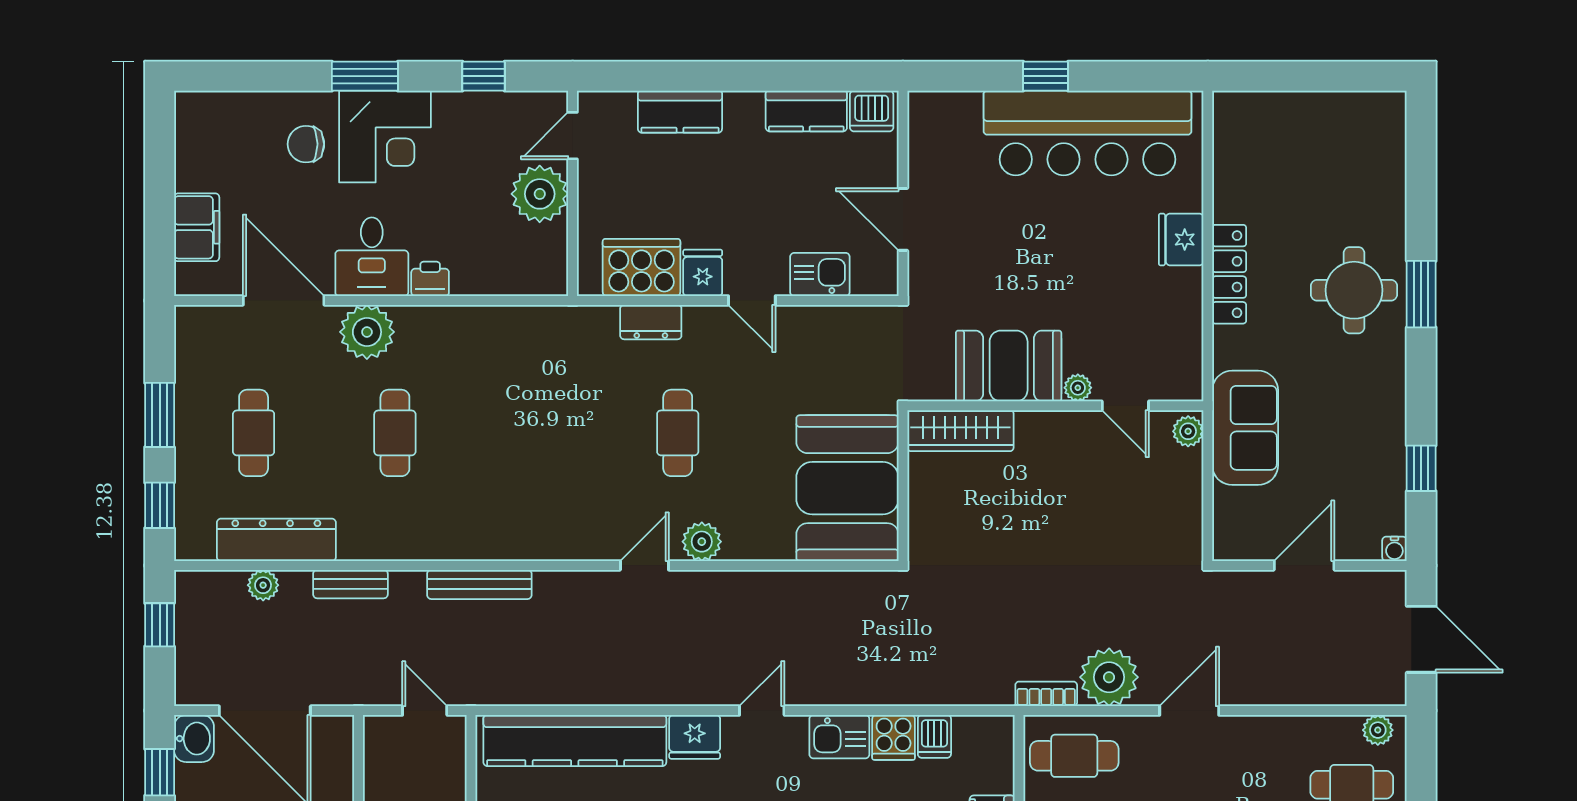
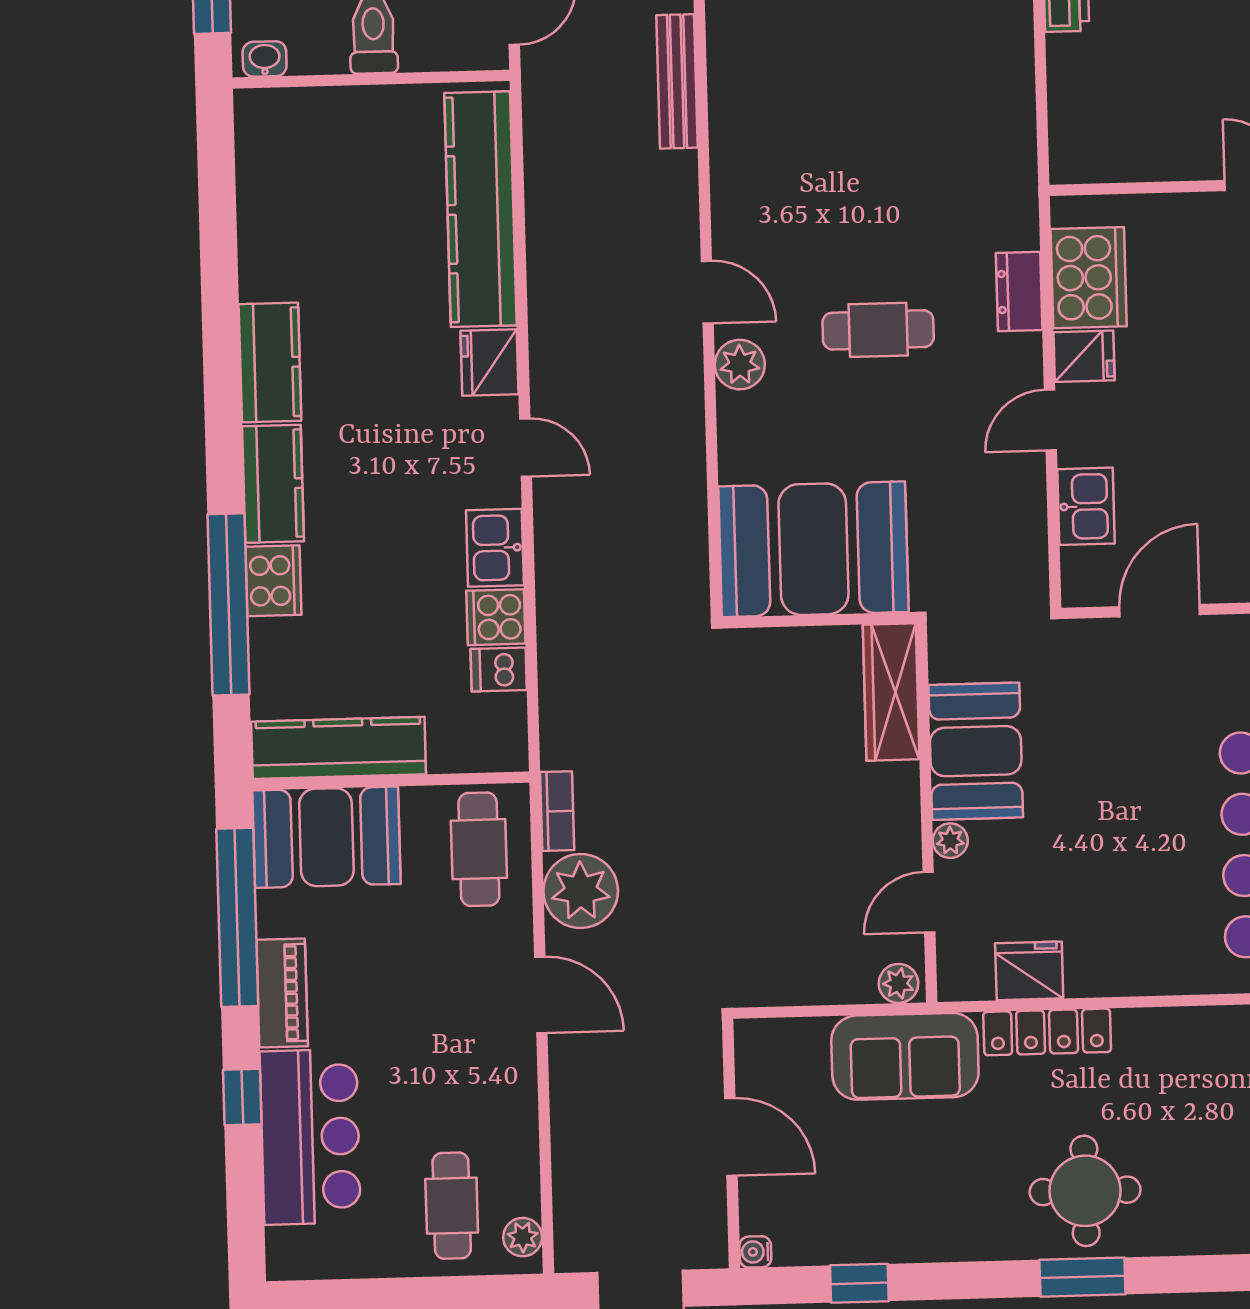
plant: (540, 194) -> (1179, 145), removed
fridge: (1181, 239) -> (1029, 971), moved
locker: (1229, 274) -> (1047, 1032), moved

